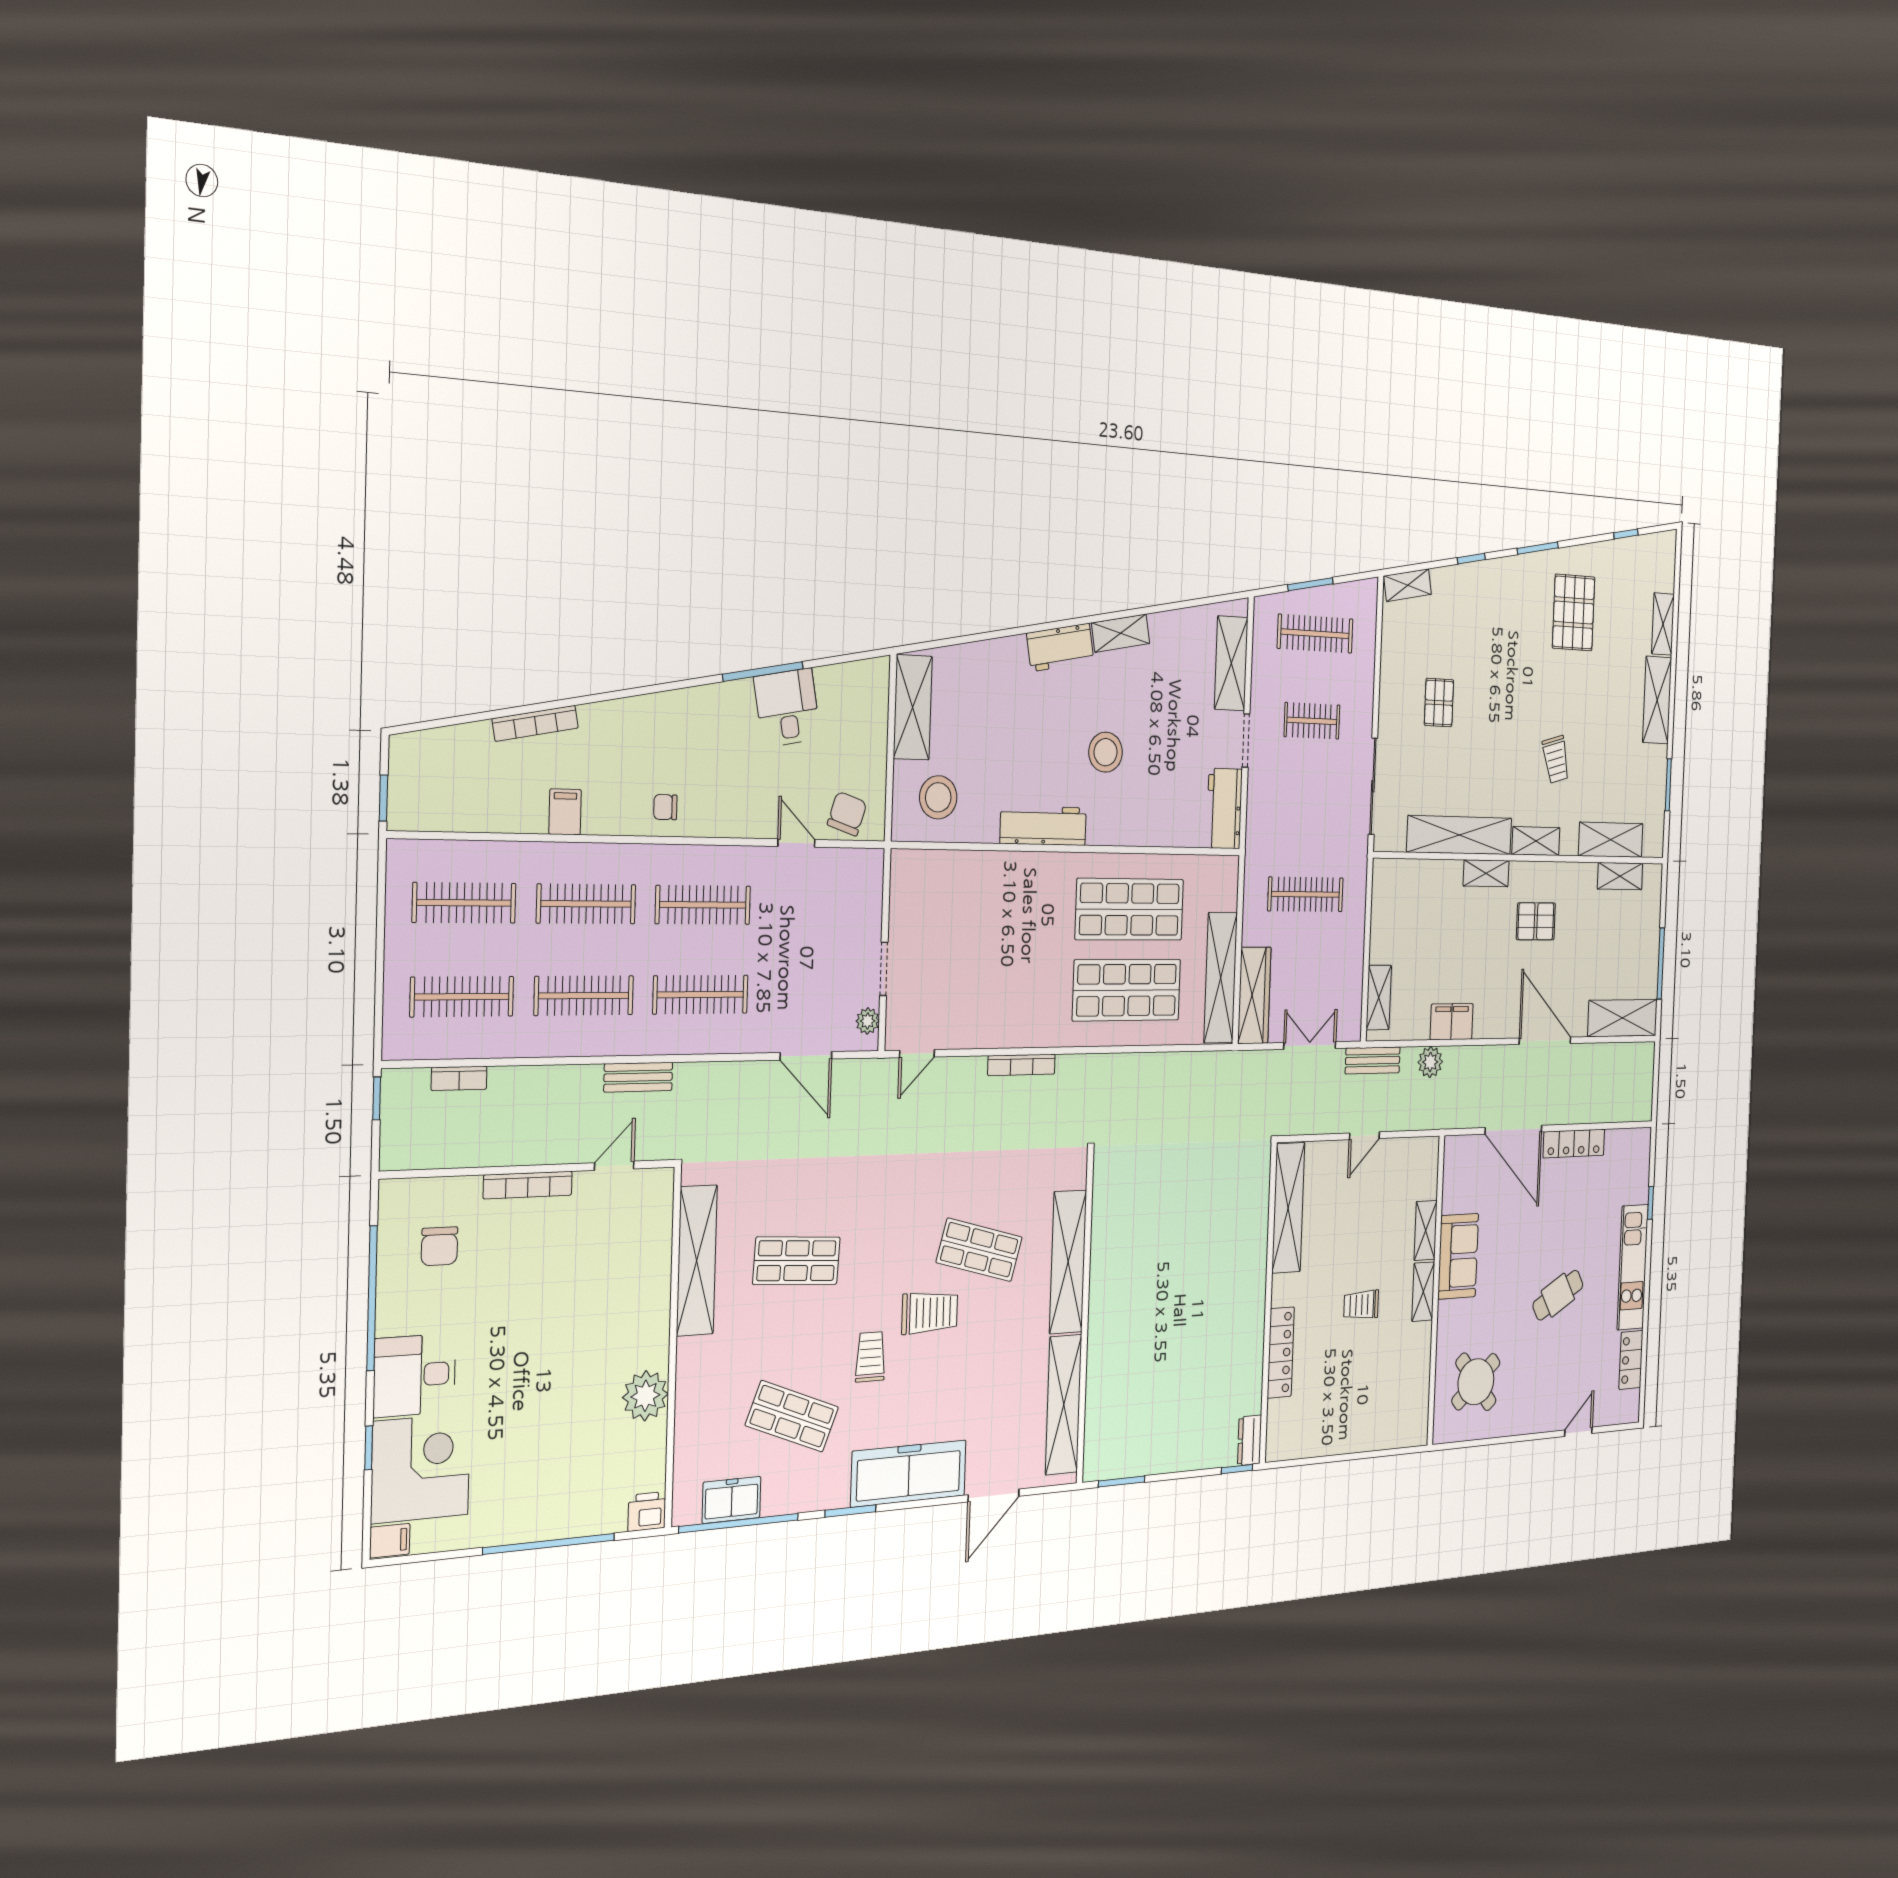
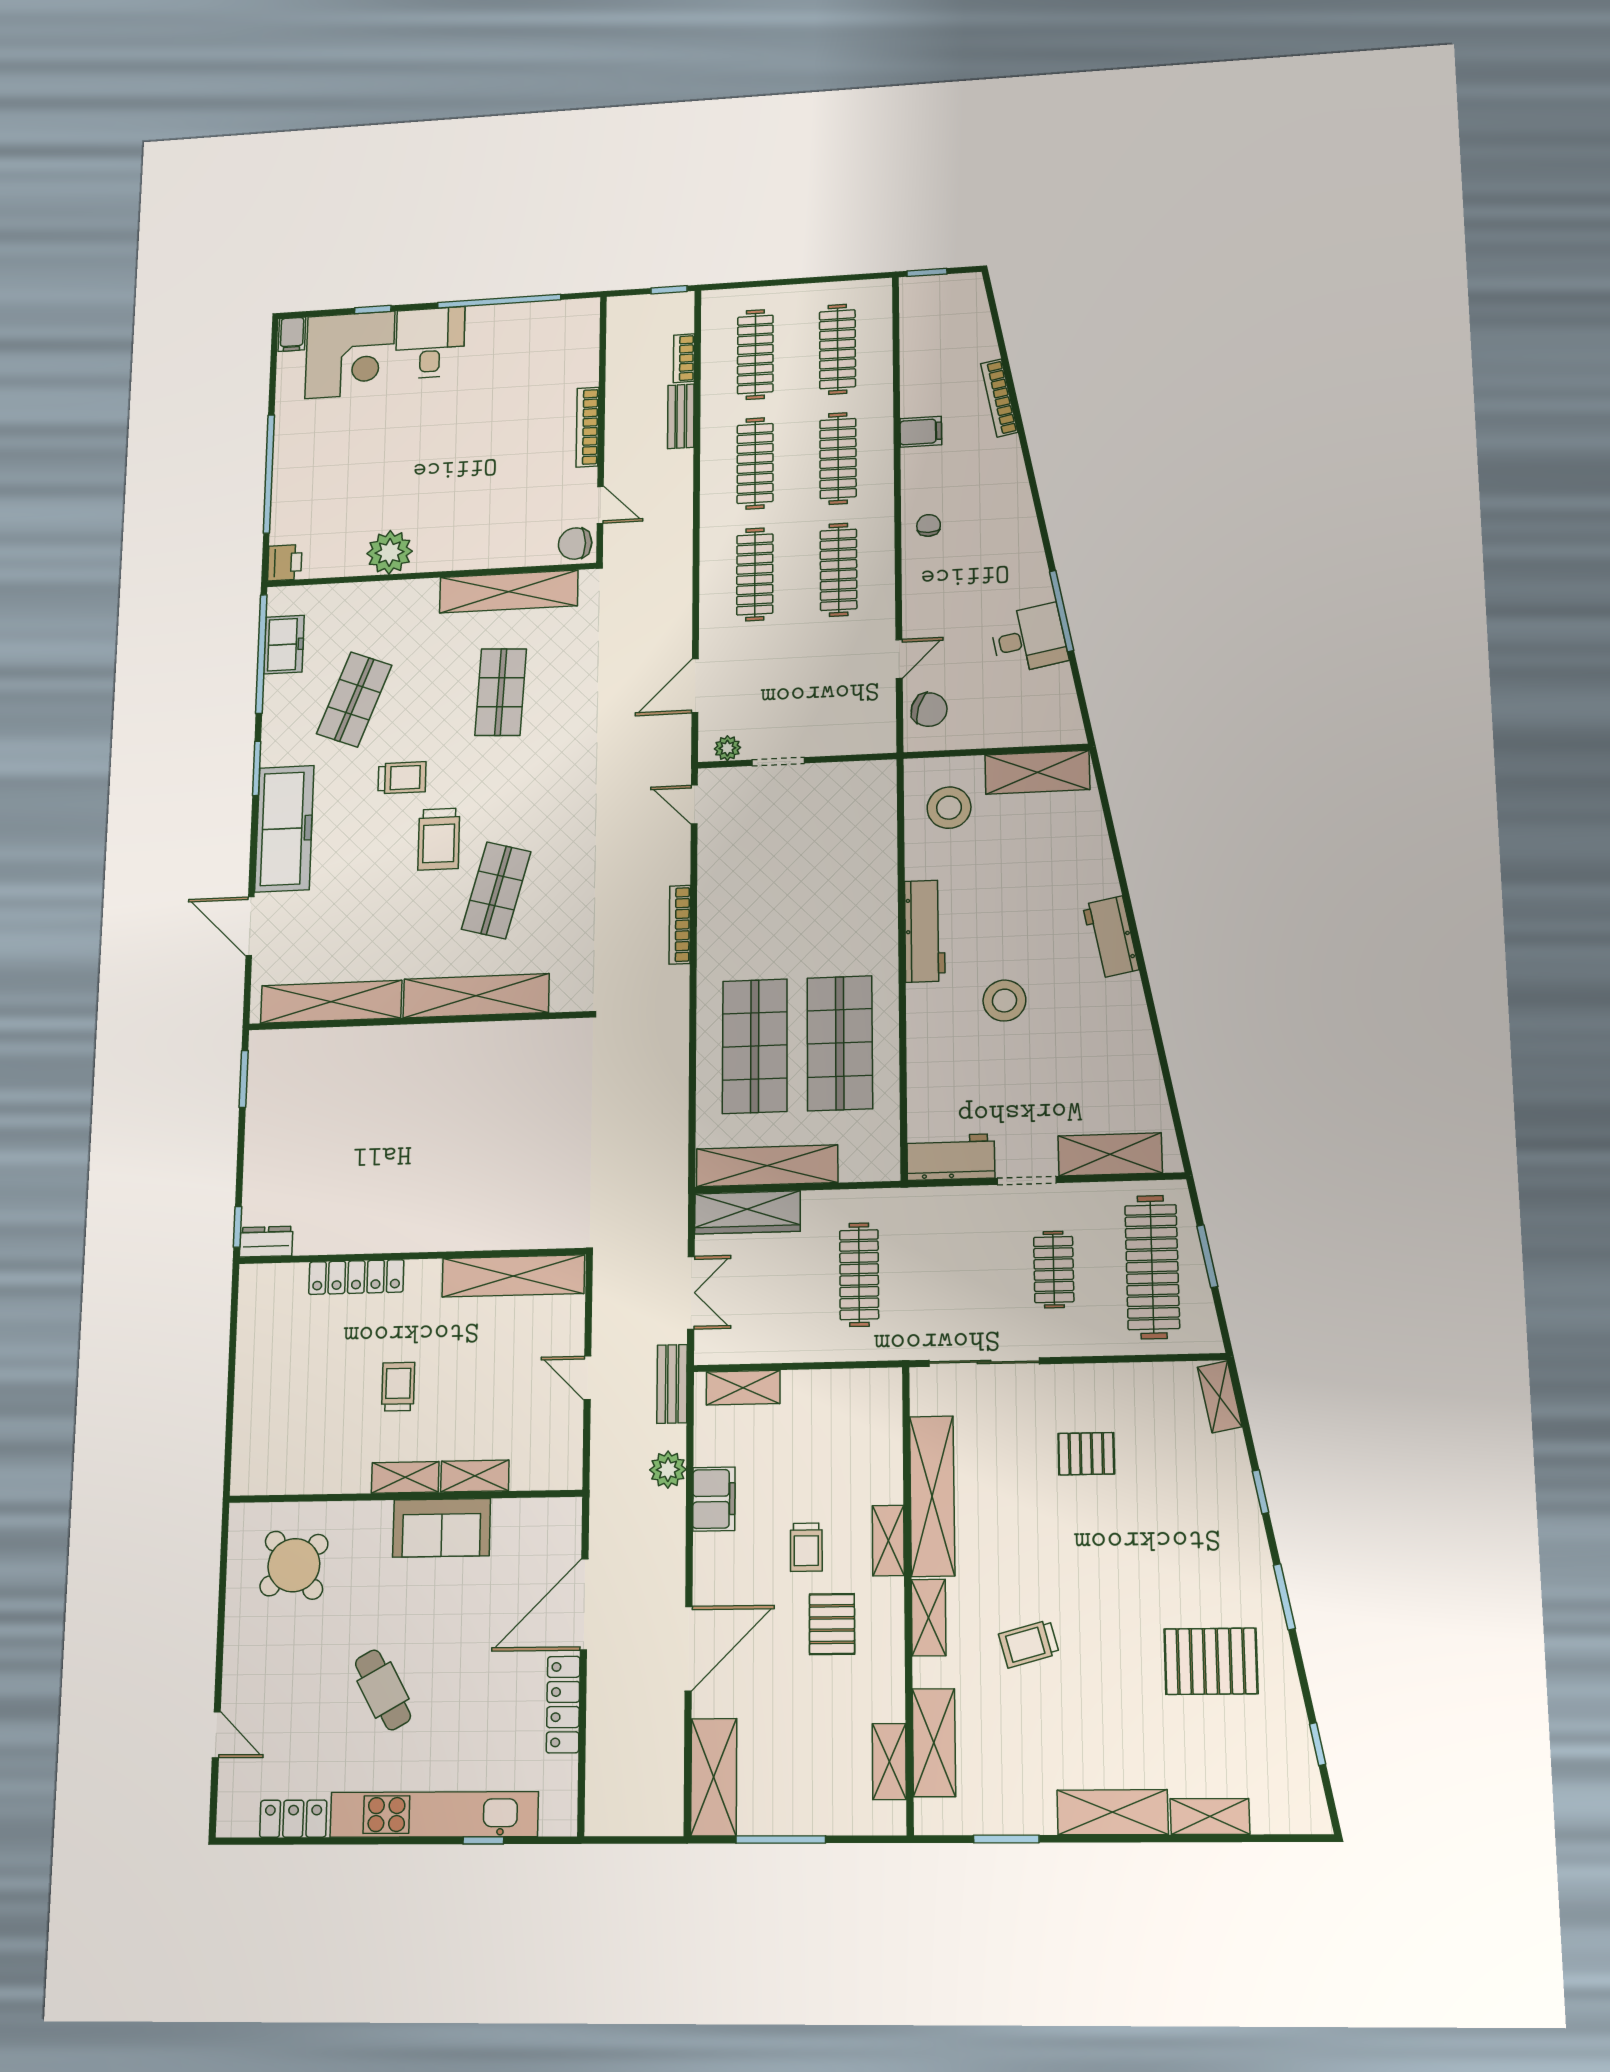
shelving: (1121, 633) -> (1132, 1010), removed
clothes rail: (1315, 634) -> (1152, 1267), width x1.37, depth x1.31
trolley: (1487, 943) -> (806, 1547), added
bench: (638, 1077) -> (681, 416), moved
chair: (439, 1246) -> (575, 544), moved
kitchen unit: (1633, 1267) -> (434, 1814), width x1.36

